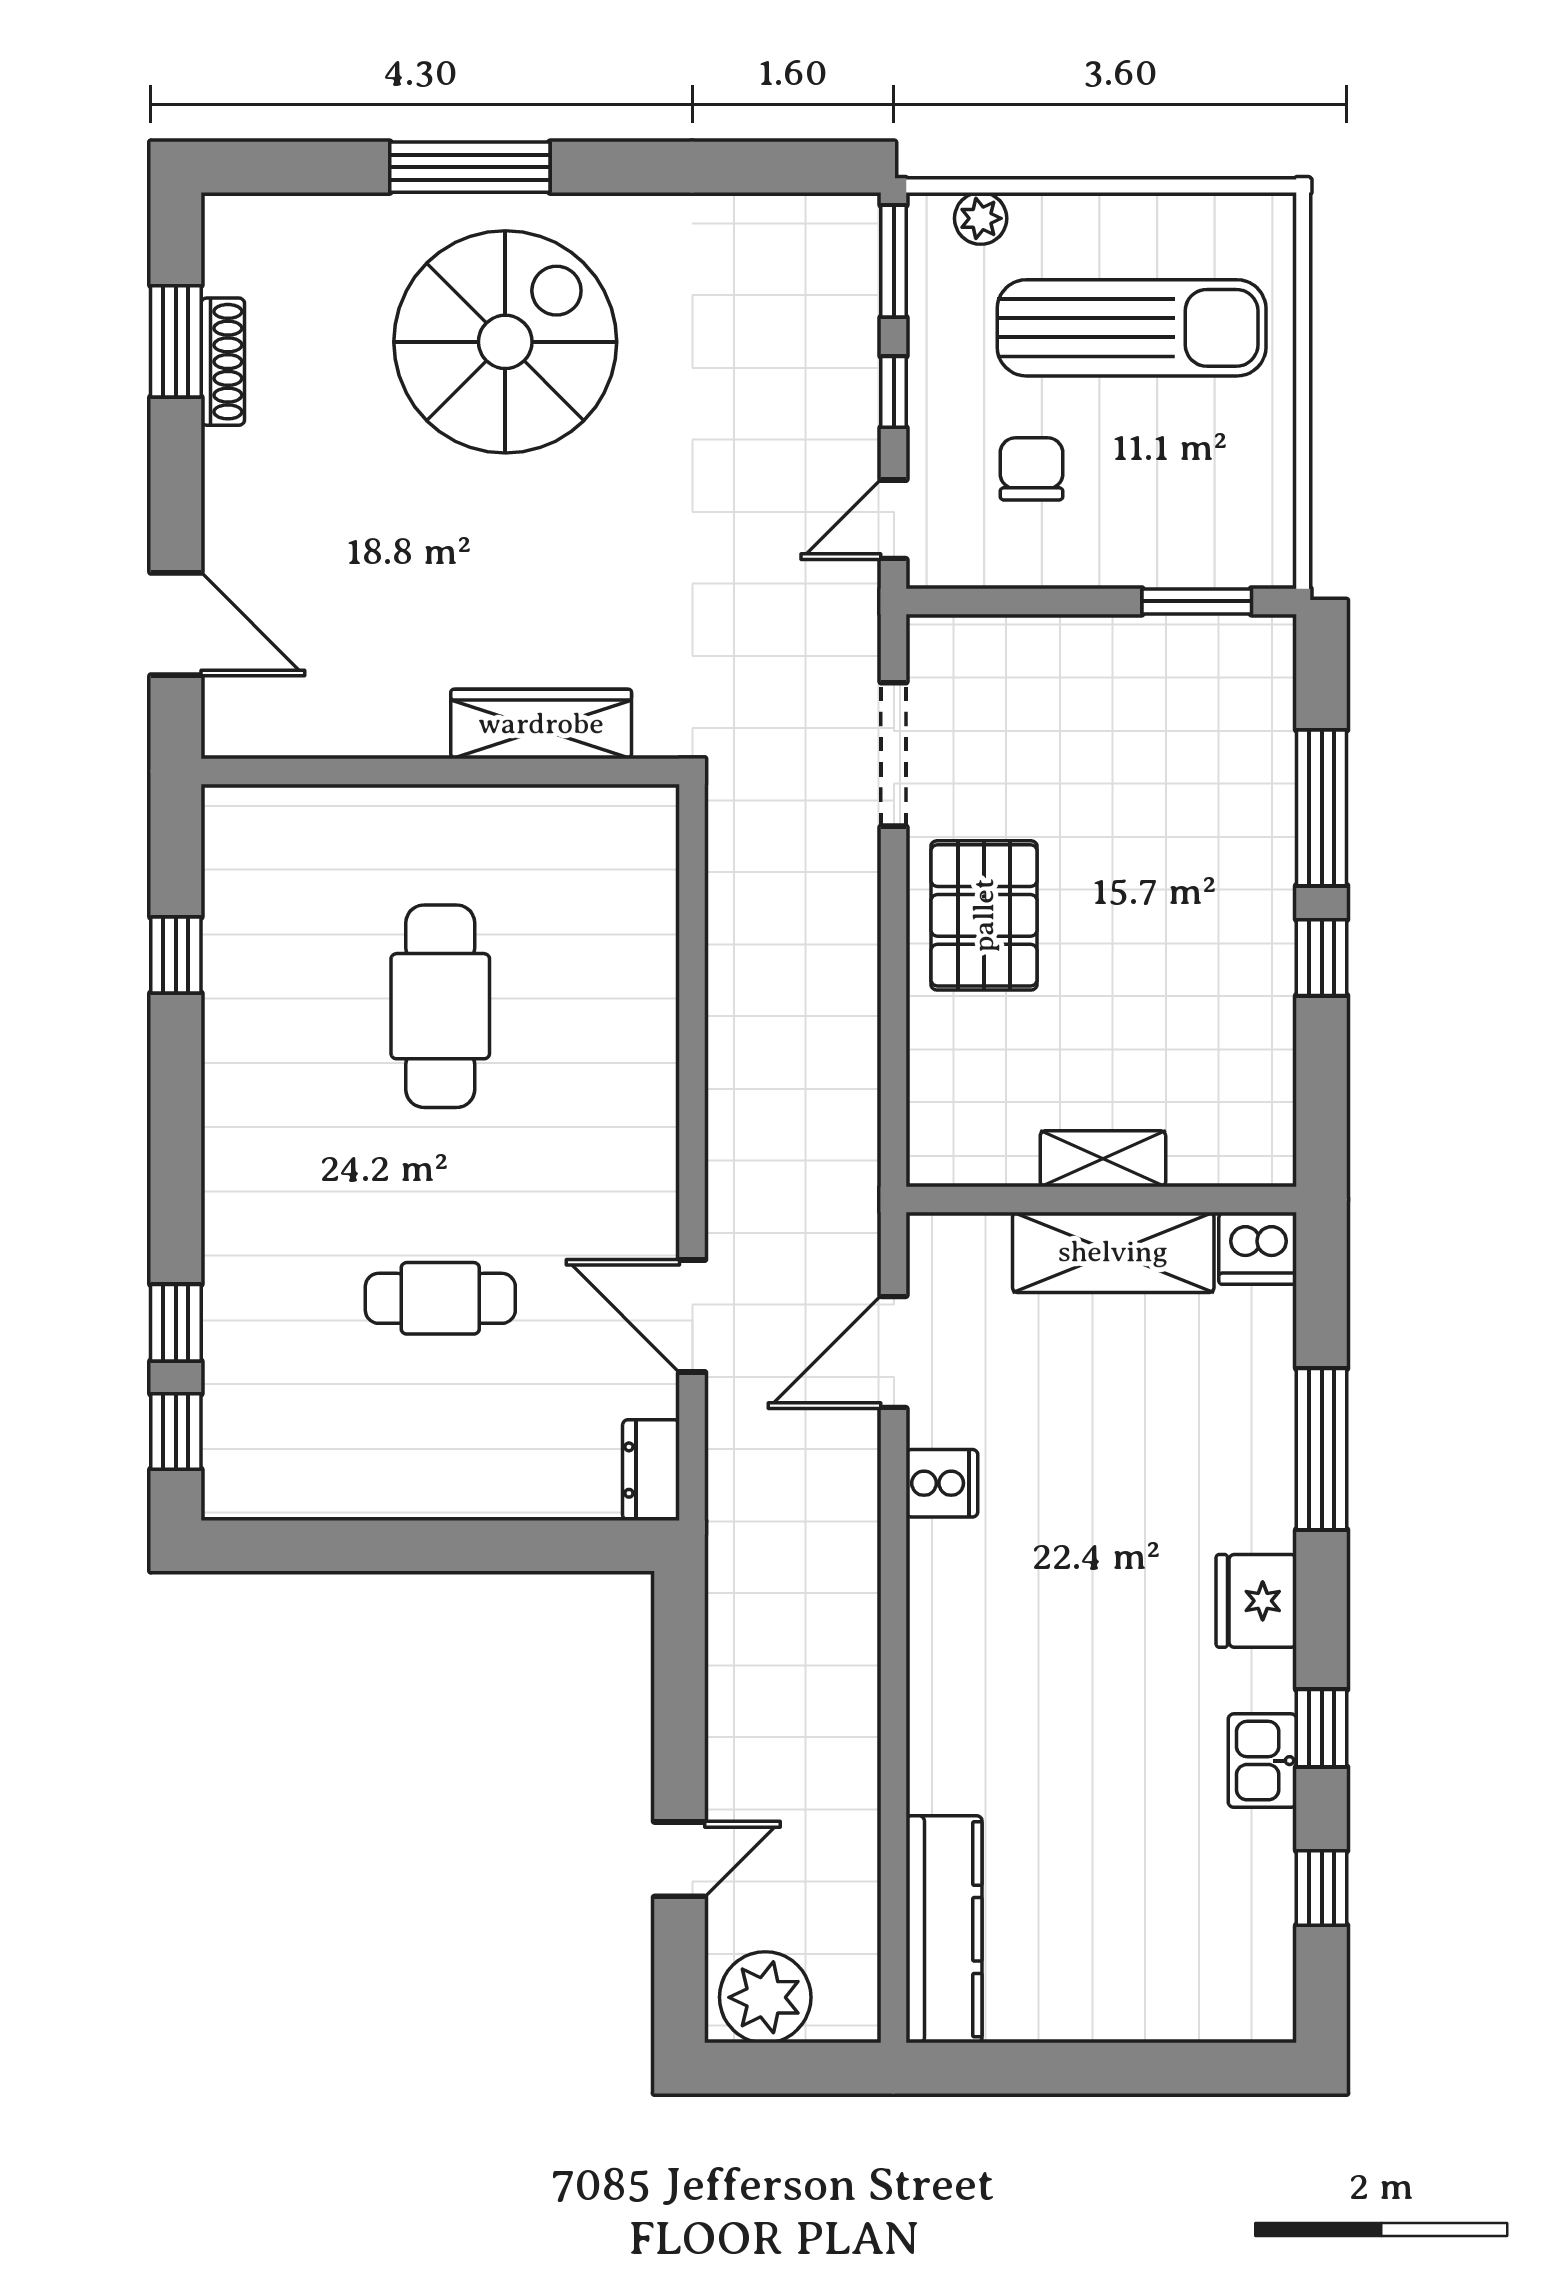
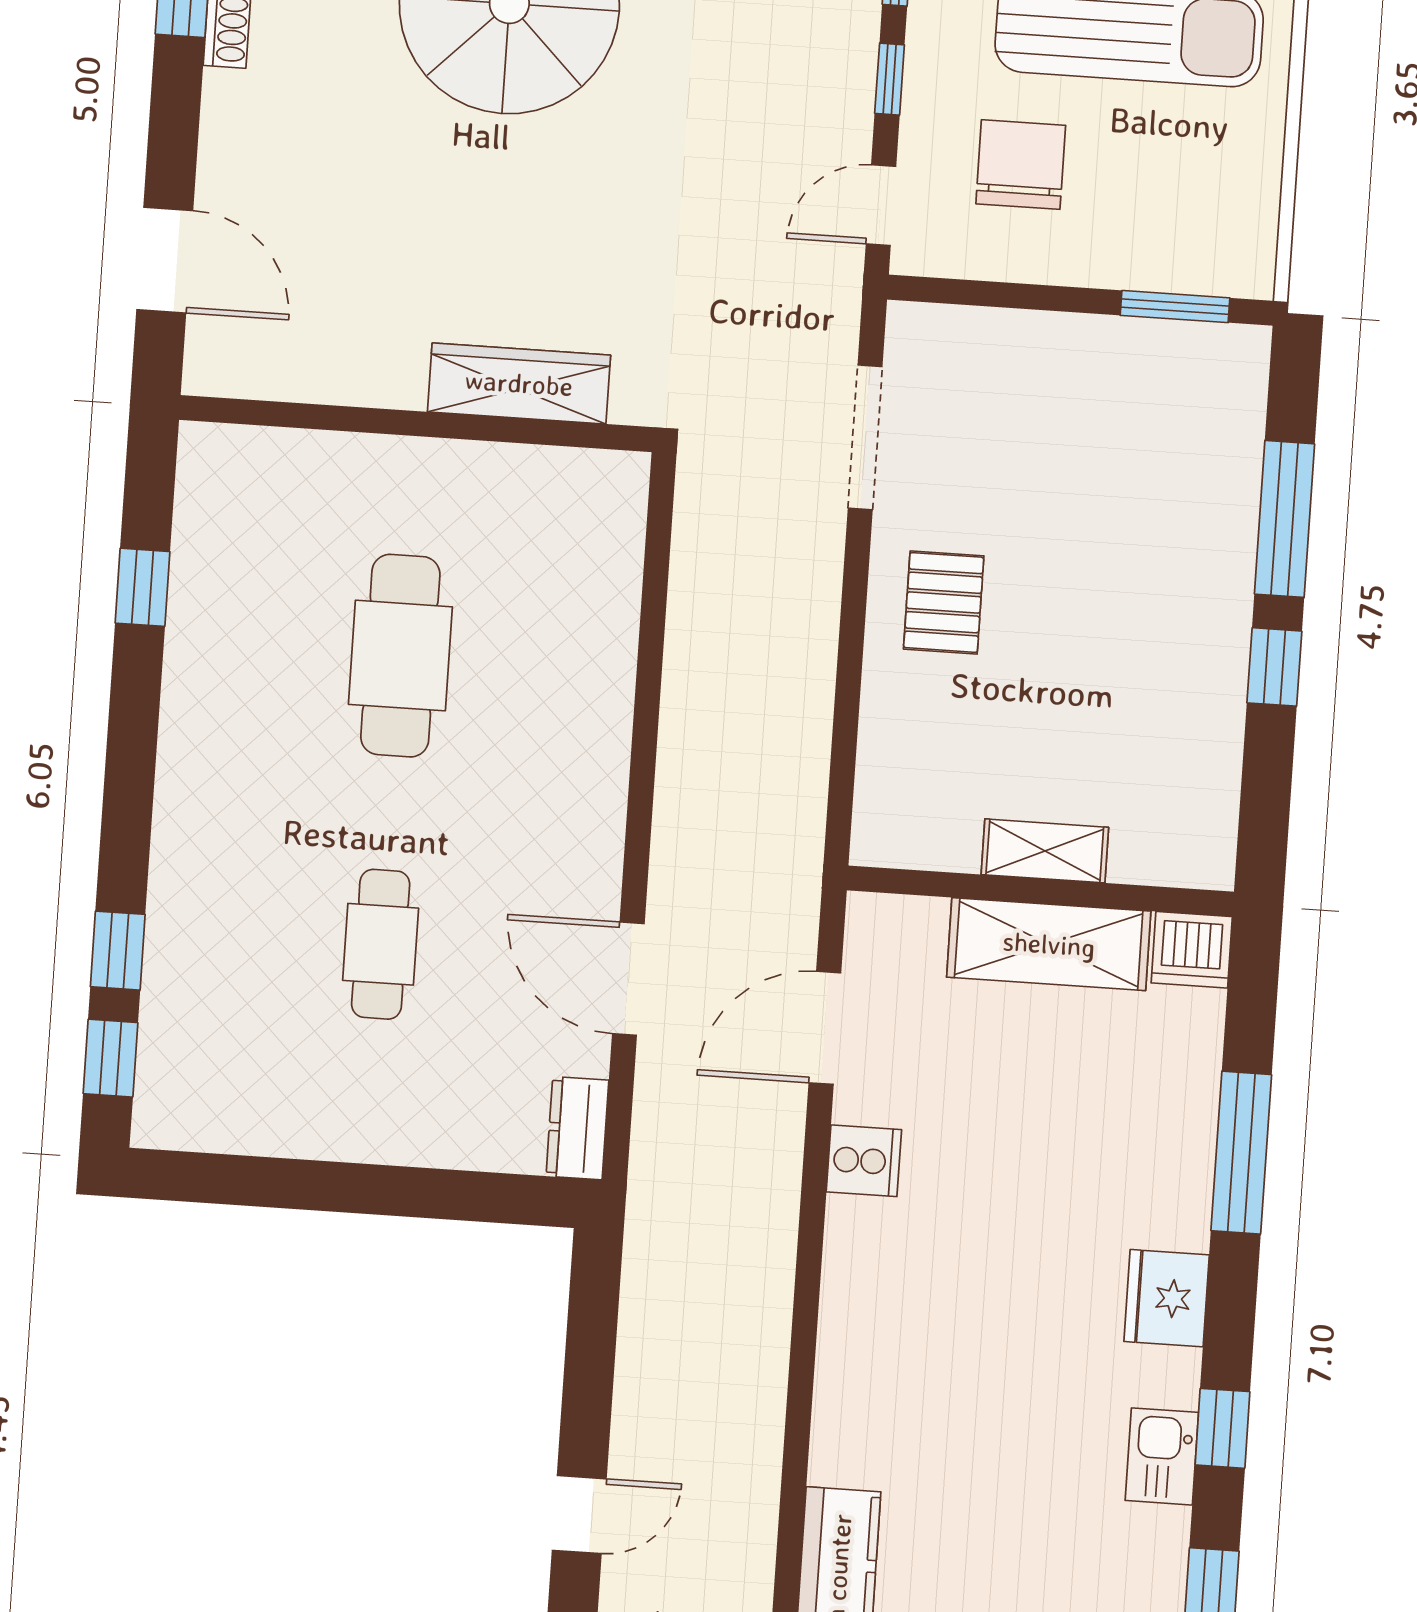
chair: (1032, 469) -> (1021, 165), width x1.37, depth x1.37
pallet: (984, 915) -> (944, 602), width x0.67, depth x0.71
cafe table: (440, 1298) -> (381, 944), turned 90

